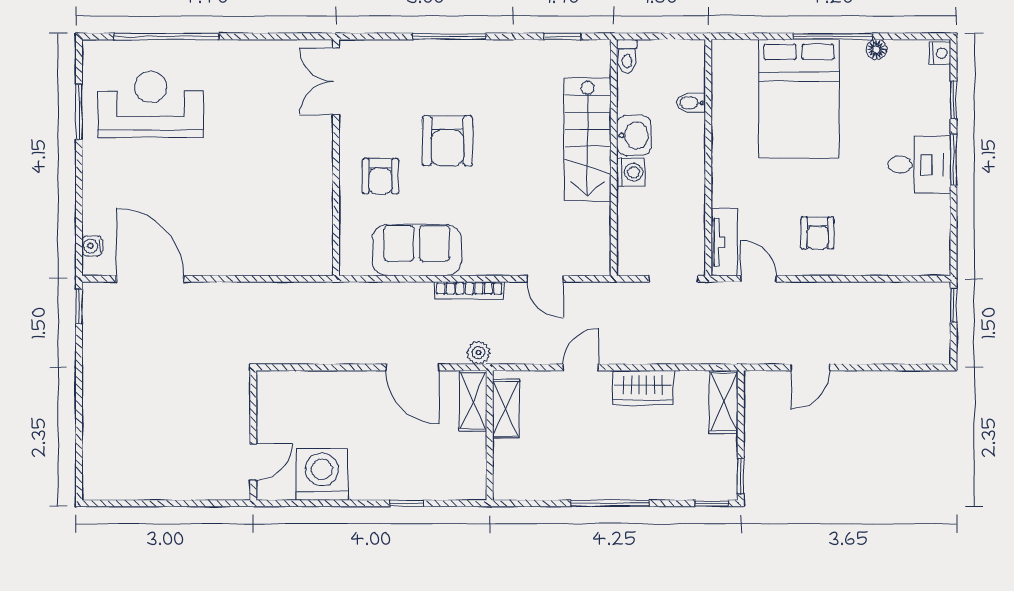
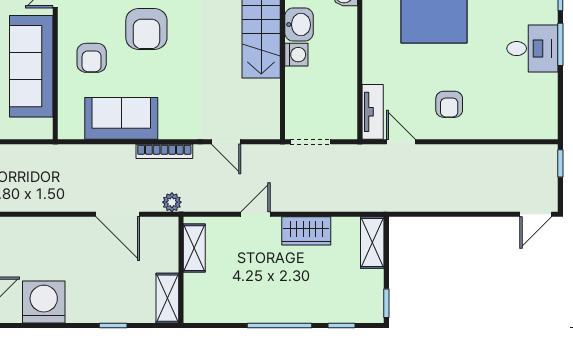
sofa: (307, 186) -> (31, 66), added
doorway: (673, 279) -> (311, 142), moved
door: (810, 367) -> (536, 214), moved
shelving: (473, 401) -> (167, 298), moved
window: (712, 503) -> (342, 325), moved

